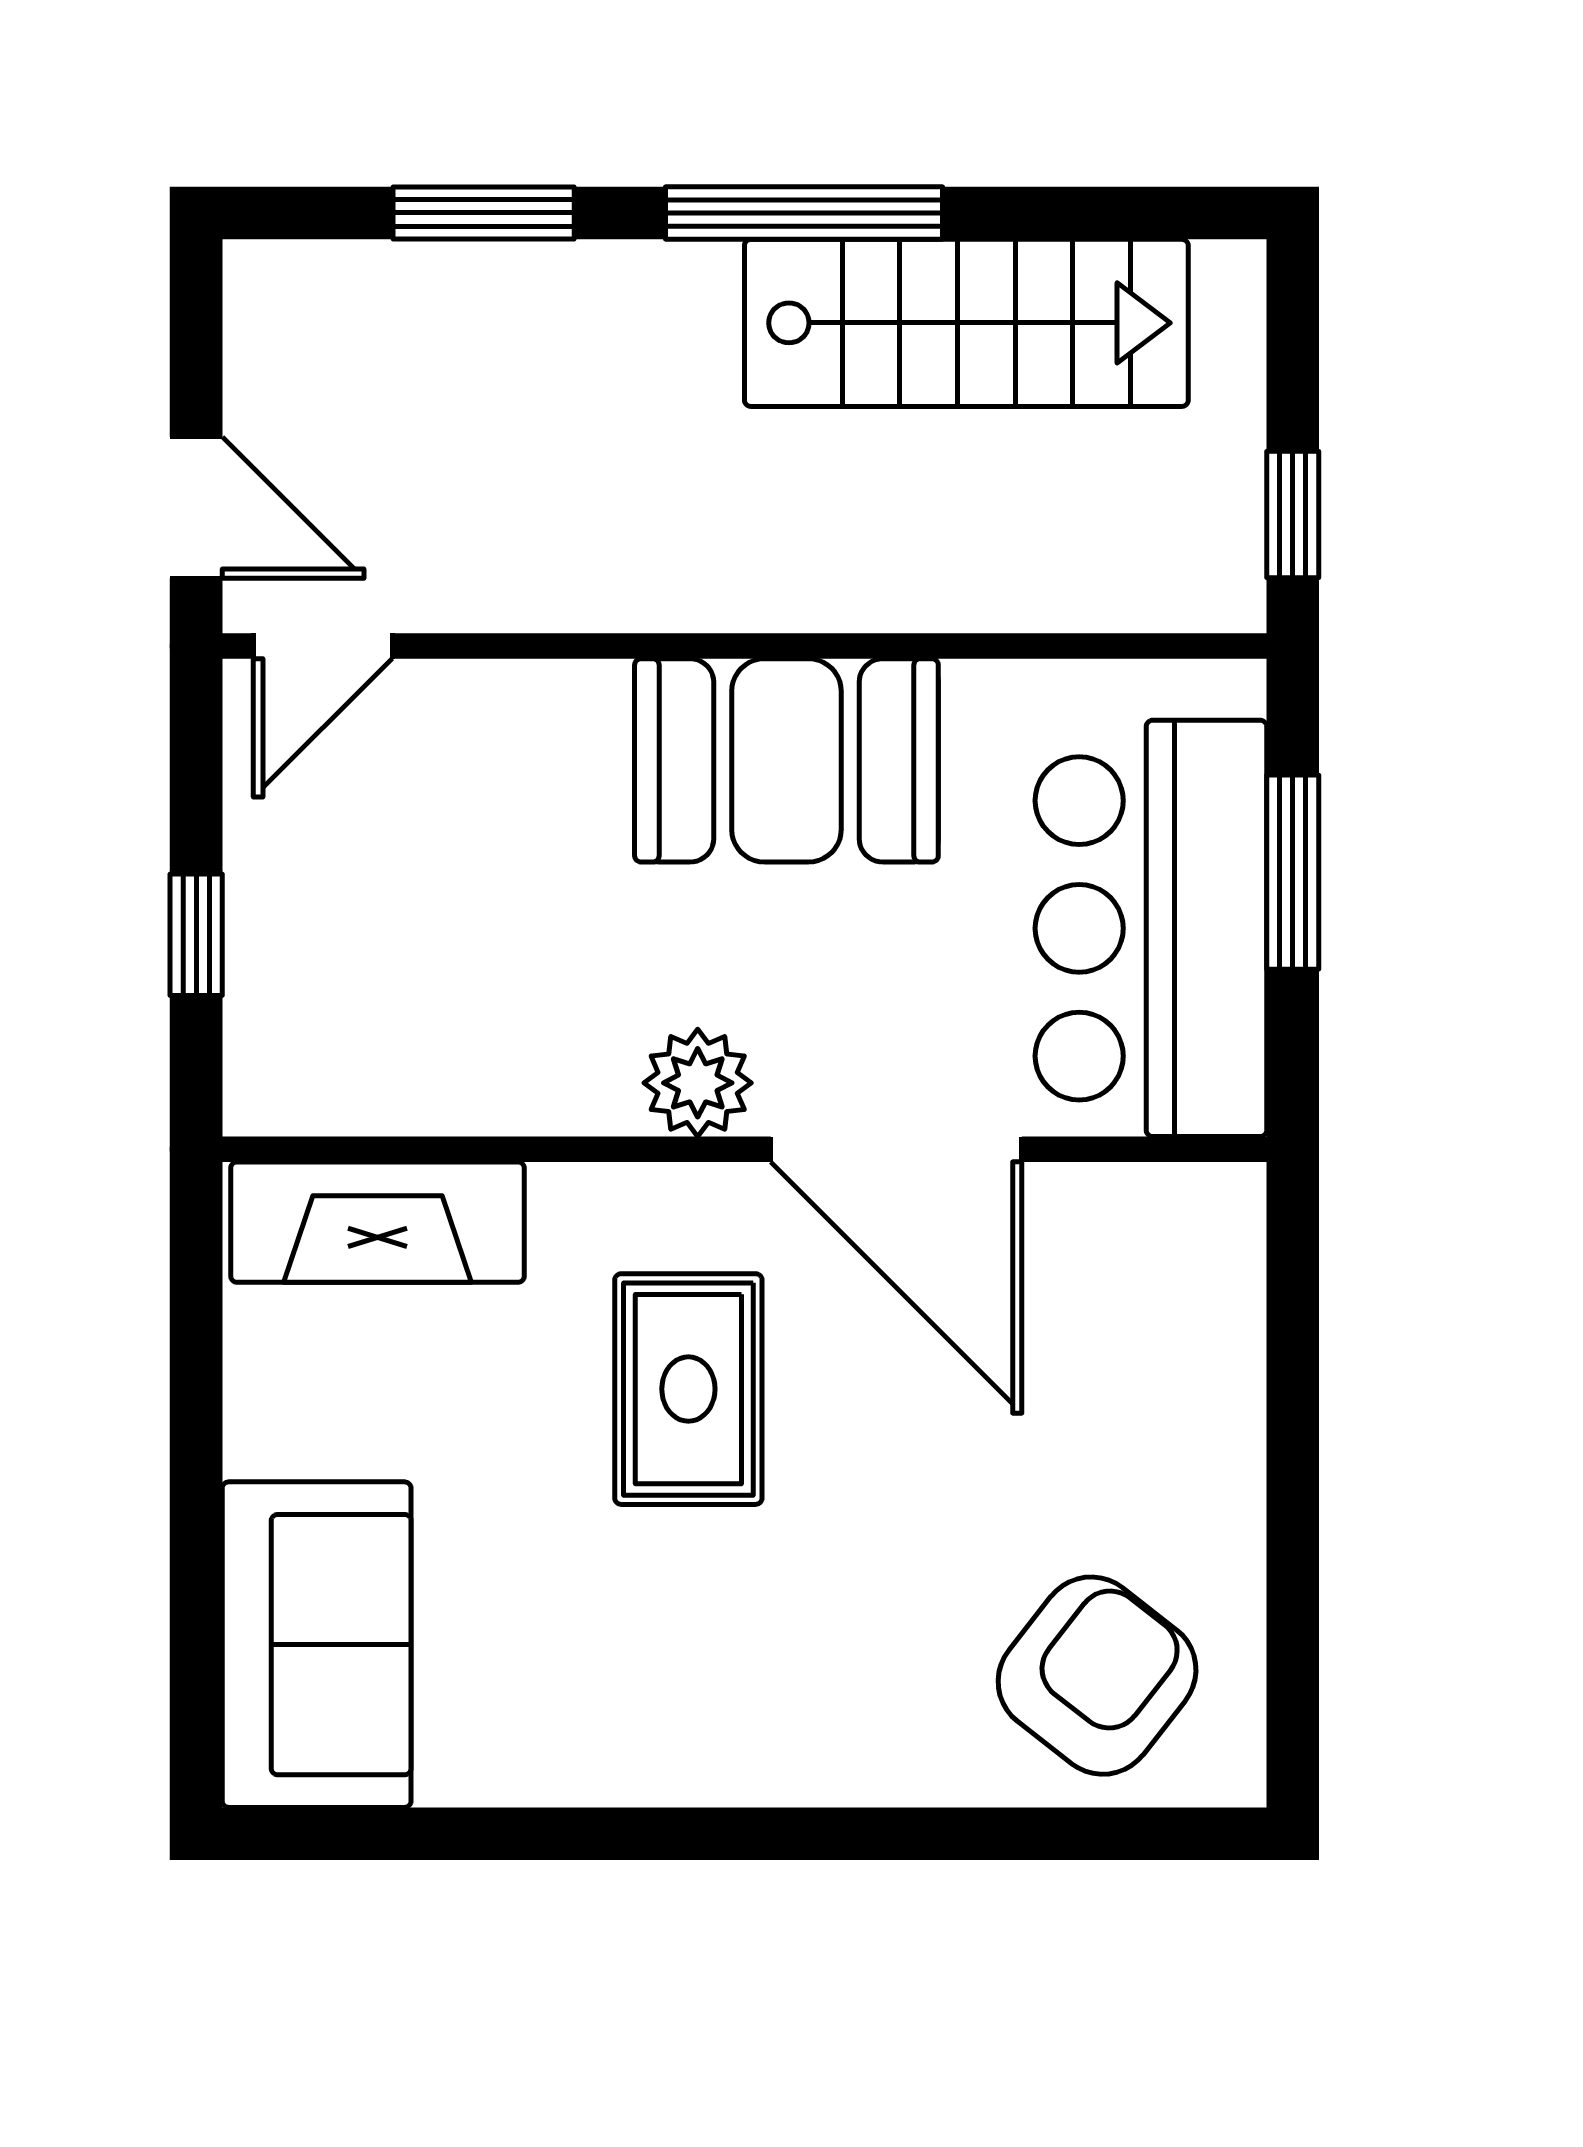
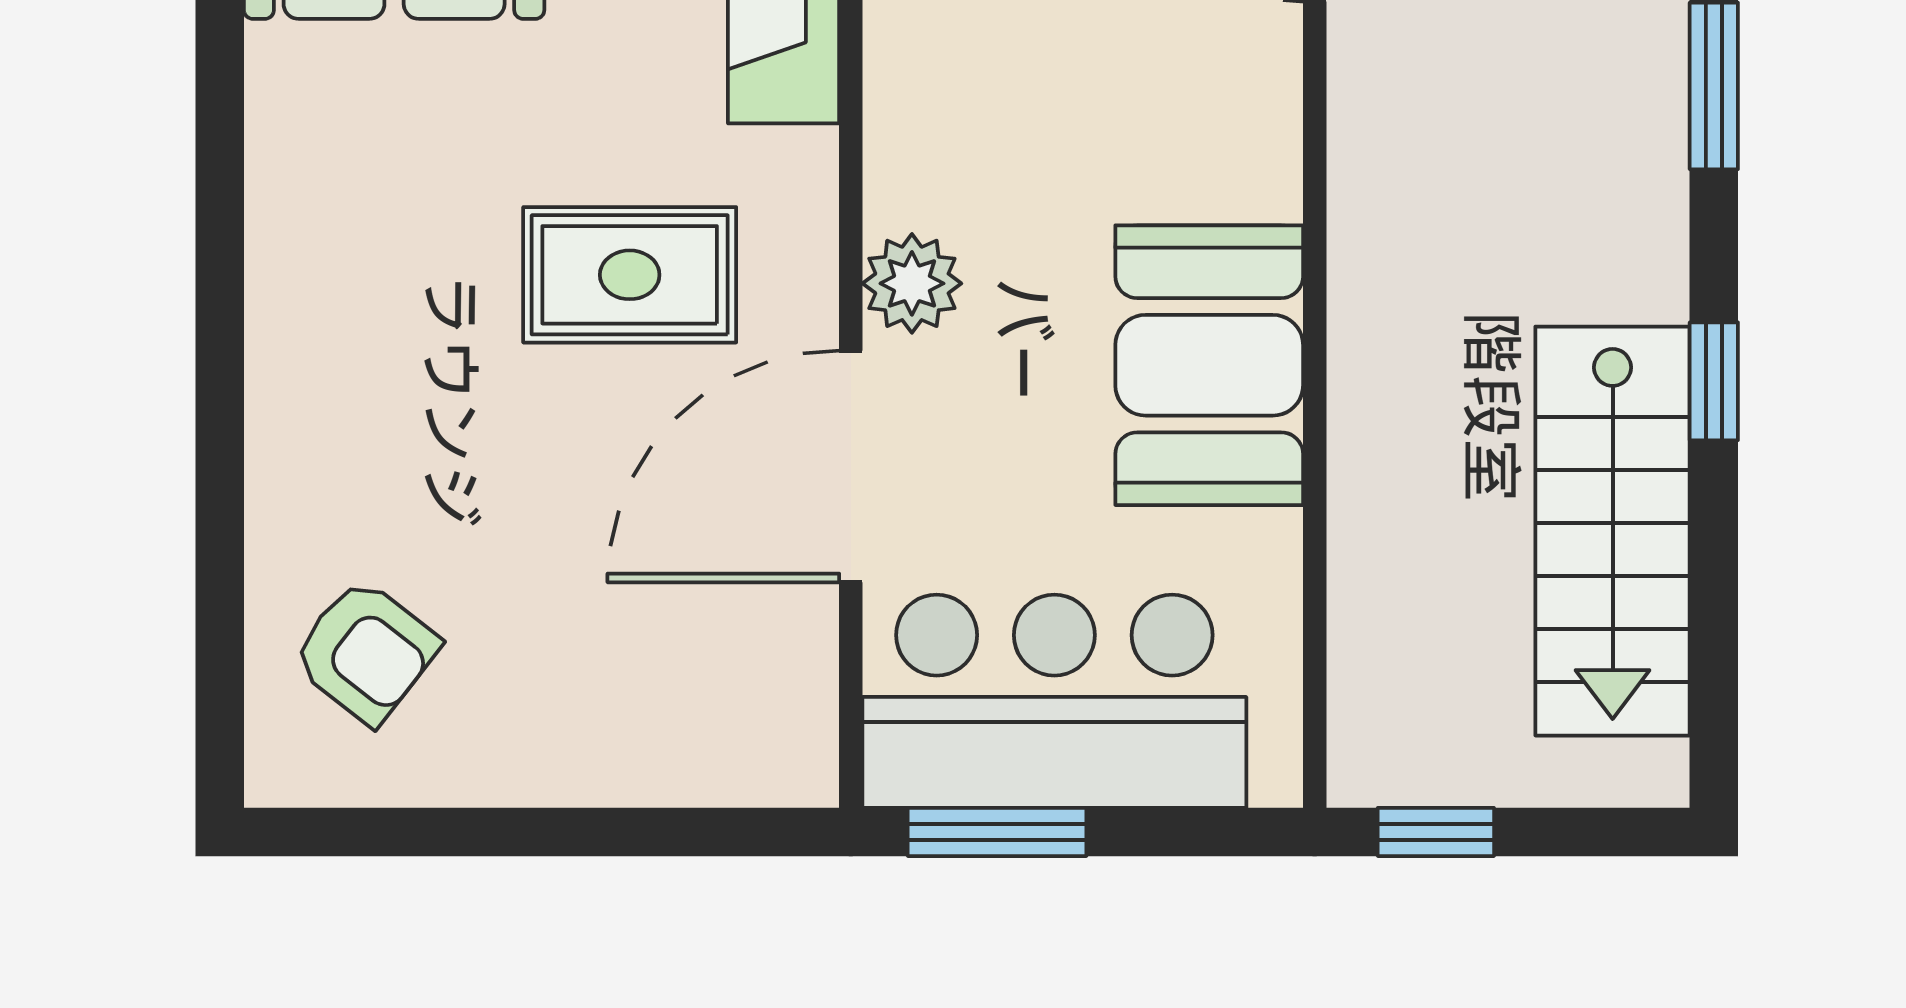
window: (804, 213) -> (1714, 381), width x0.46
window: (1293, 872) -> (997, 832), moved
armchair: (1097, 1676) -> (366, 652), width x0.72, depth x0.72

